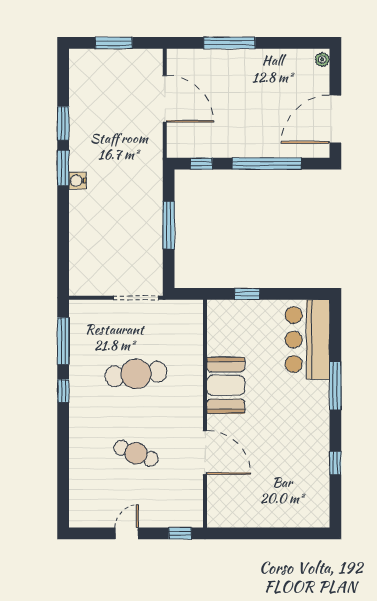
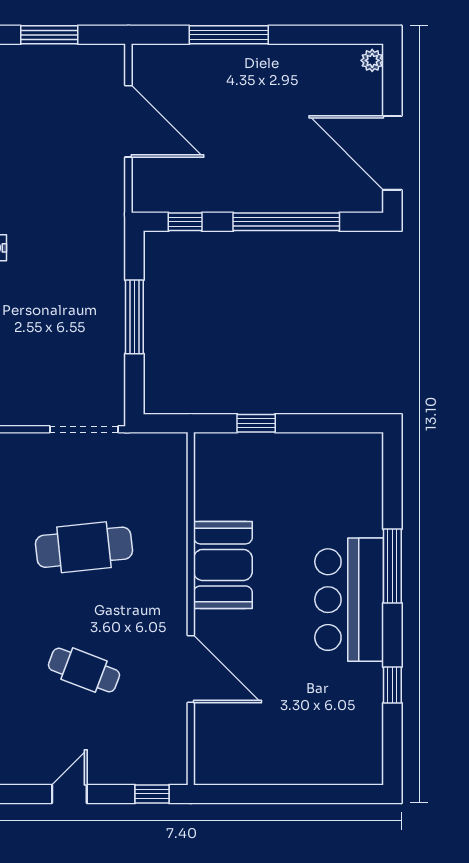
door: (335, 119) -> (392, 153), hinge flipped
bar counter: (307, 340) -> (349, 600), moved

